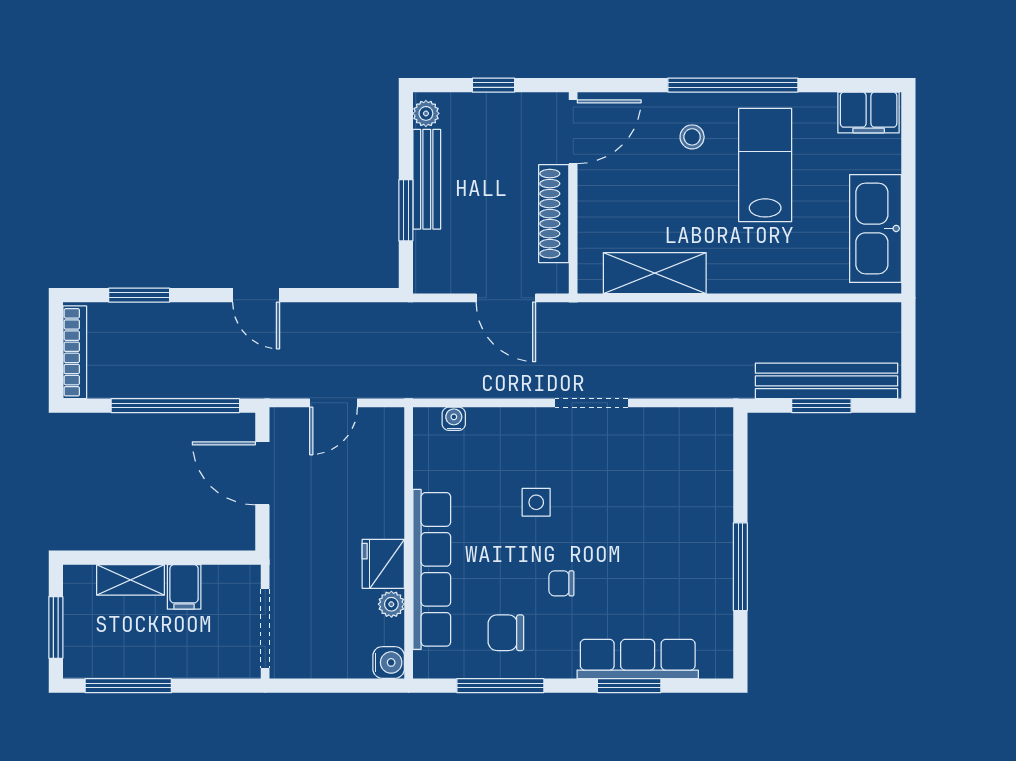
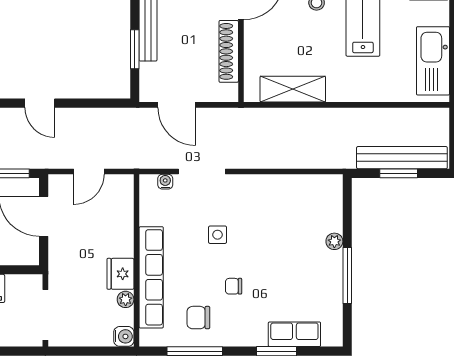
door: (506, 298) -> (177, 105), moved
doorway: (592, 403) -> (202, 172), moved
plant: (720, 513) -> (334, 241), added
row of seats: (638, 659) -> (294, 334), width x0.68

